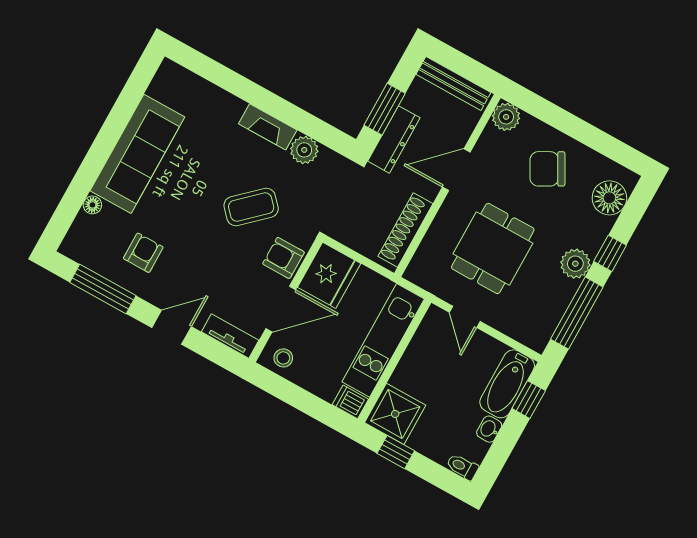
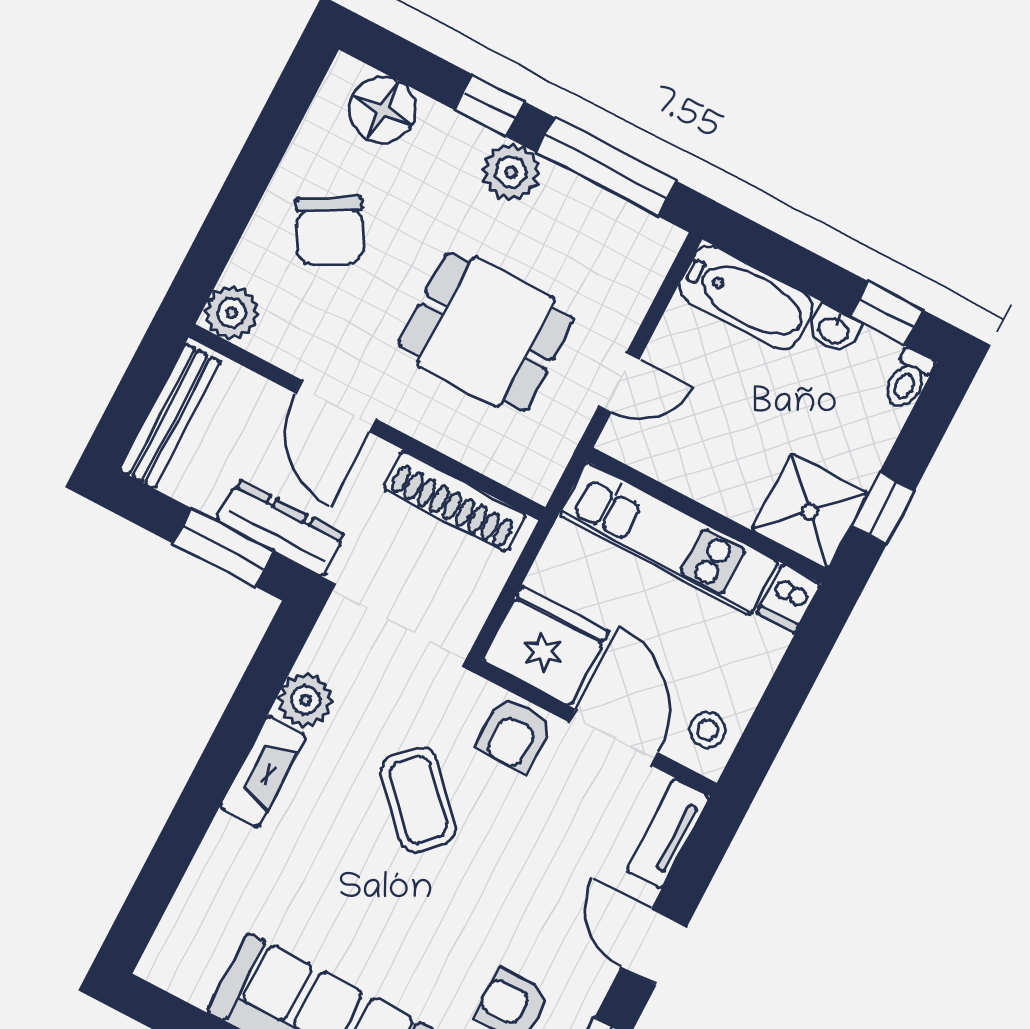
window: (529, 400) -> (887, 313), moved

